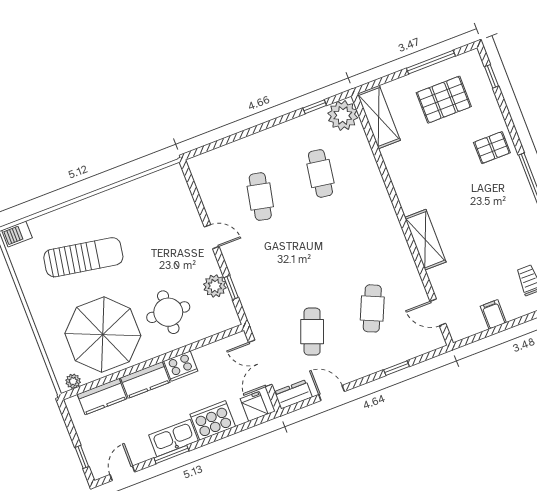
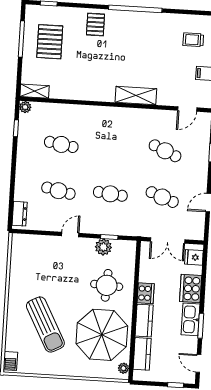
plant: (343, 115) -> (25, 107), width x0.53, depth x0.53
shelving: (379, 117) -> (35, 91), width x0.67, depth x0.75
sun lounger: (83, 257) -> (45, 325), turned 142
cafe table: (286, 264) -> (110, 194), added
dresser: (293, 394) -> (20, 214), moved, turned 180

